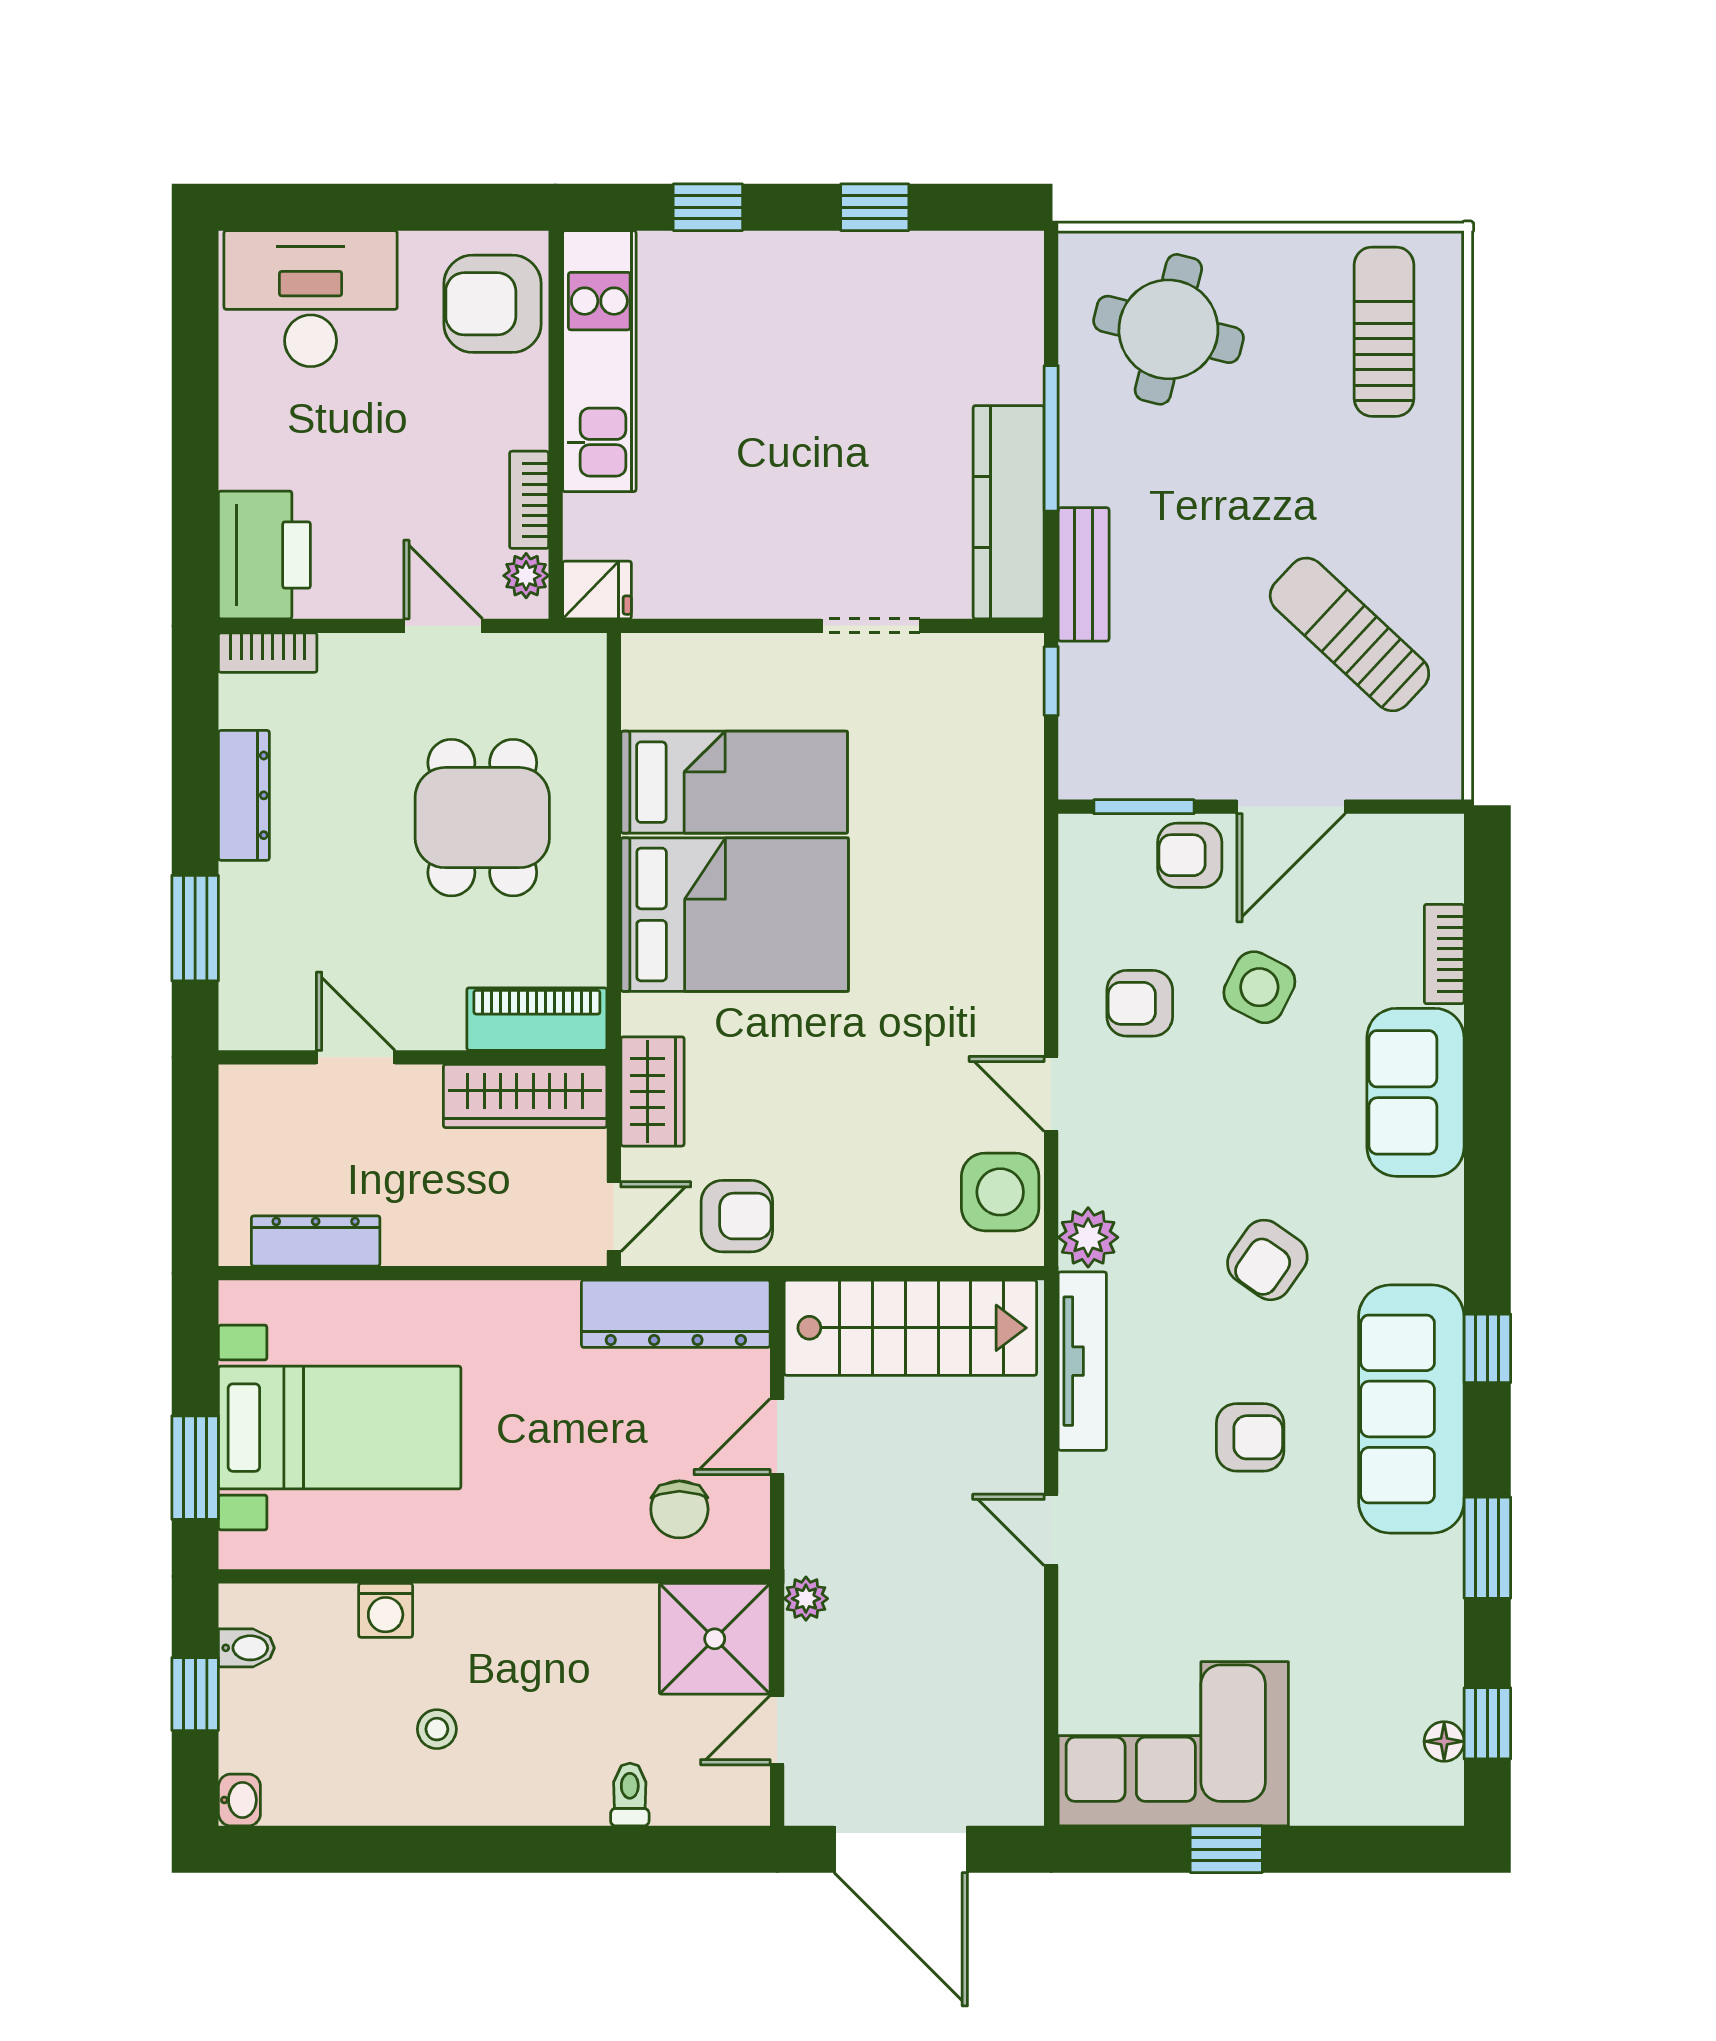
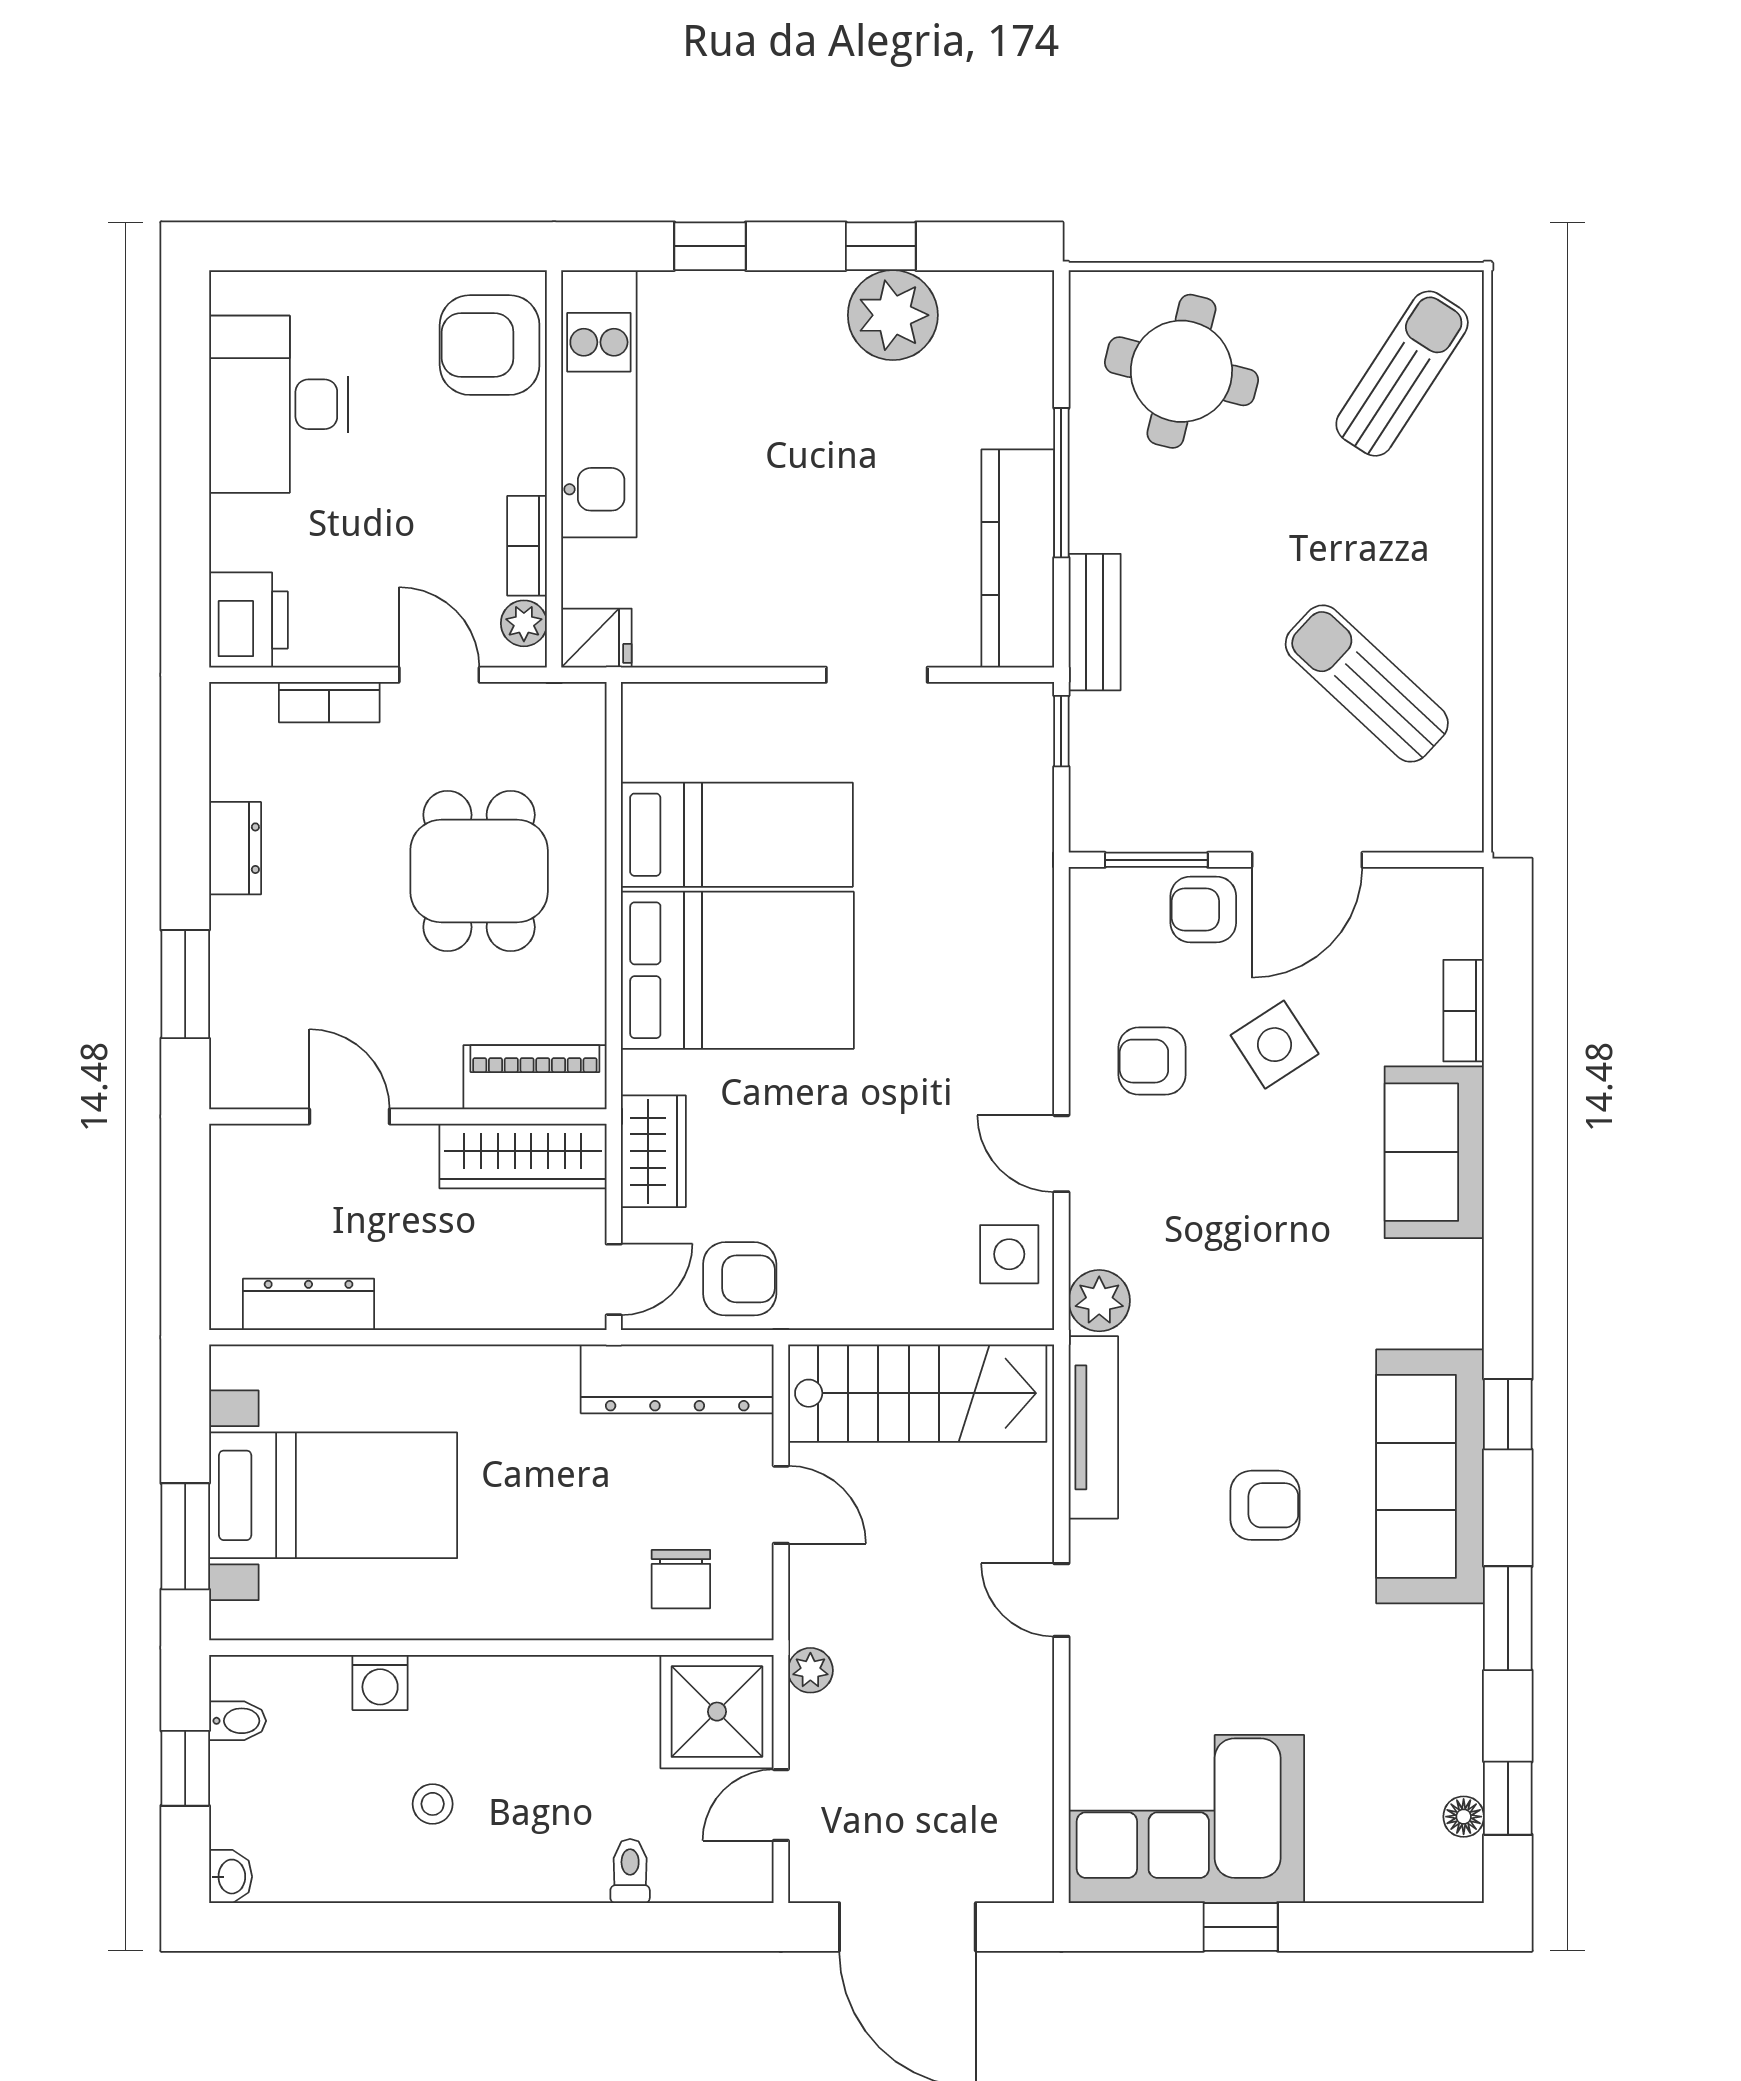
plant: (886, 275) -> (893, 315), added
desk: (311, 299) -> (279, 404), moved, turned -90
sun lounger: (1384, 332) -> (1402, 374), turned 33
printer: (264, 555) -> (248, 620), width x0.73, depth x0.84
bookcase: (268, 653) -> (329, 702), moved
dresser: (244, 795) -> (235, 848), width x0.70
side table: (1259, 987) -> (1275, 1045), turned 30
side table: (1000, 1192) -> (1009, 1254), width x0.73, depth x0.73
armchair: (1267, 1260) -> (1283, 1324), removed
door: (777, 1437) -> (781, 1505), swing flipped

